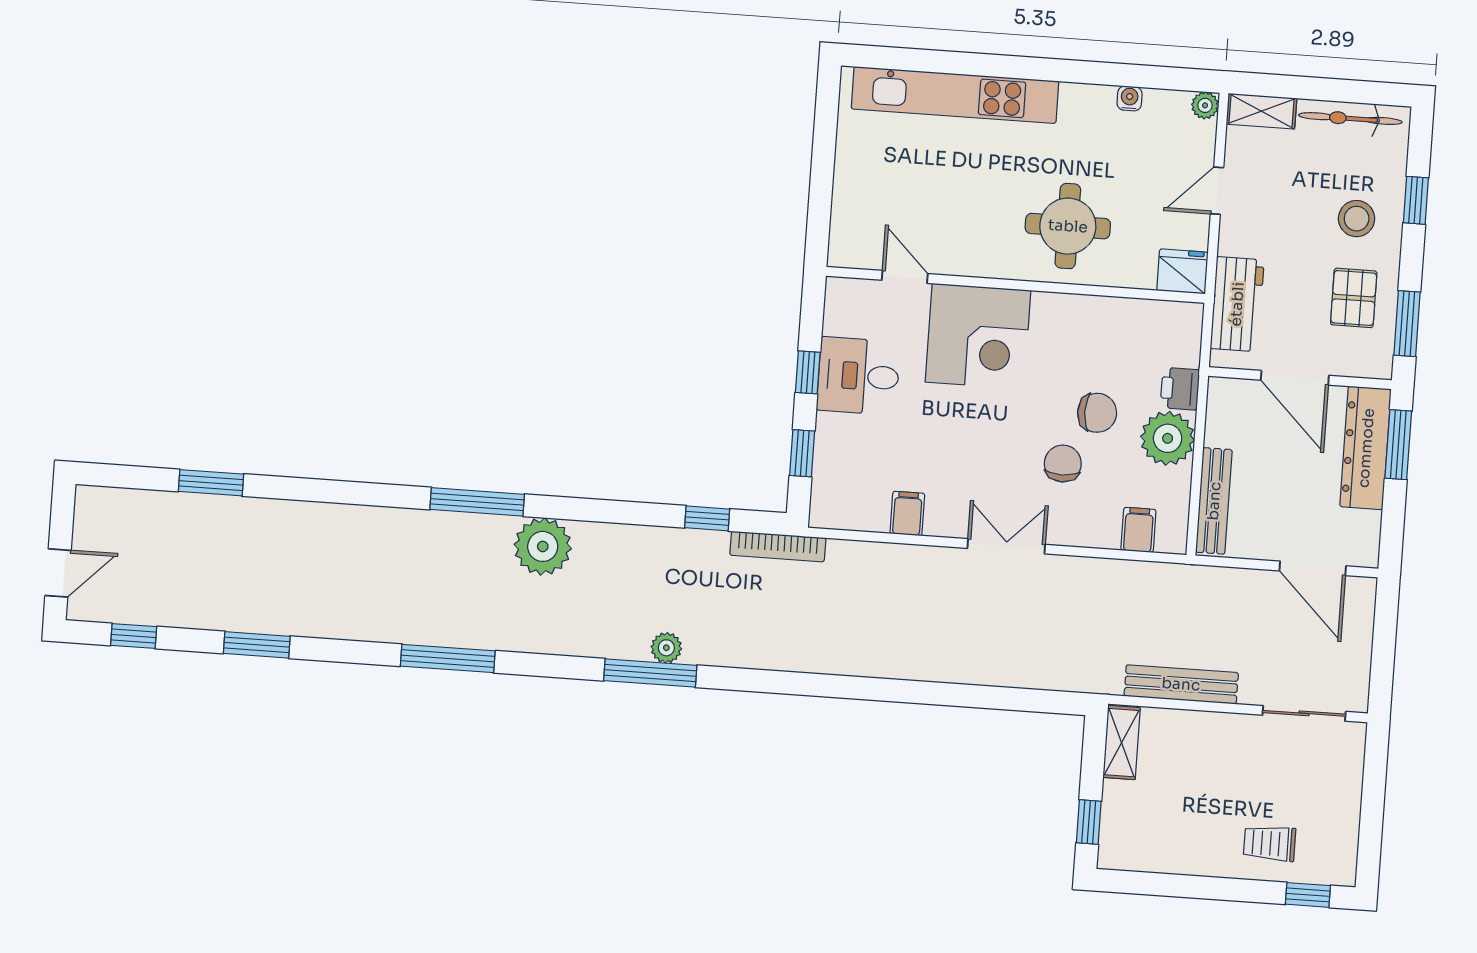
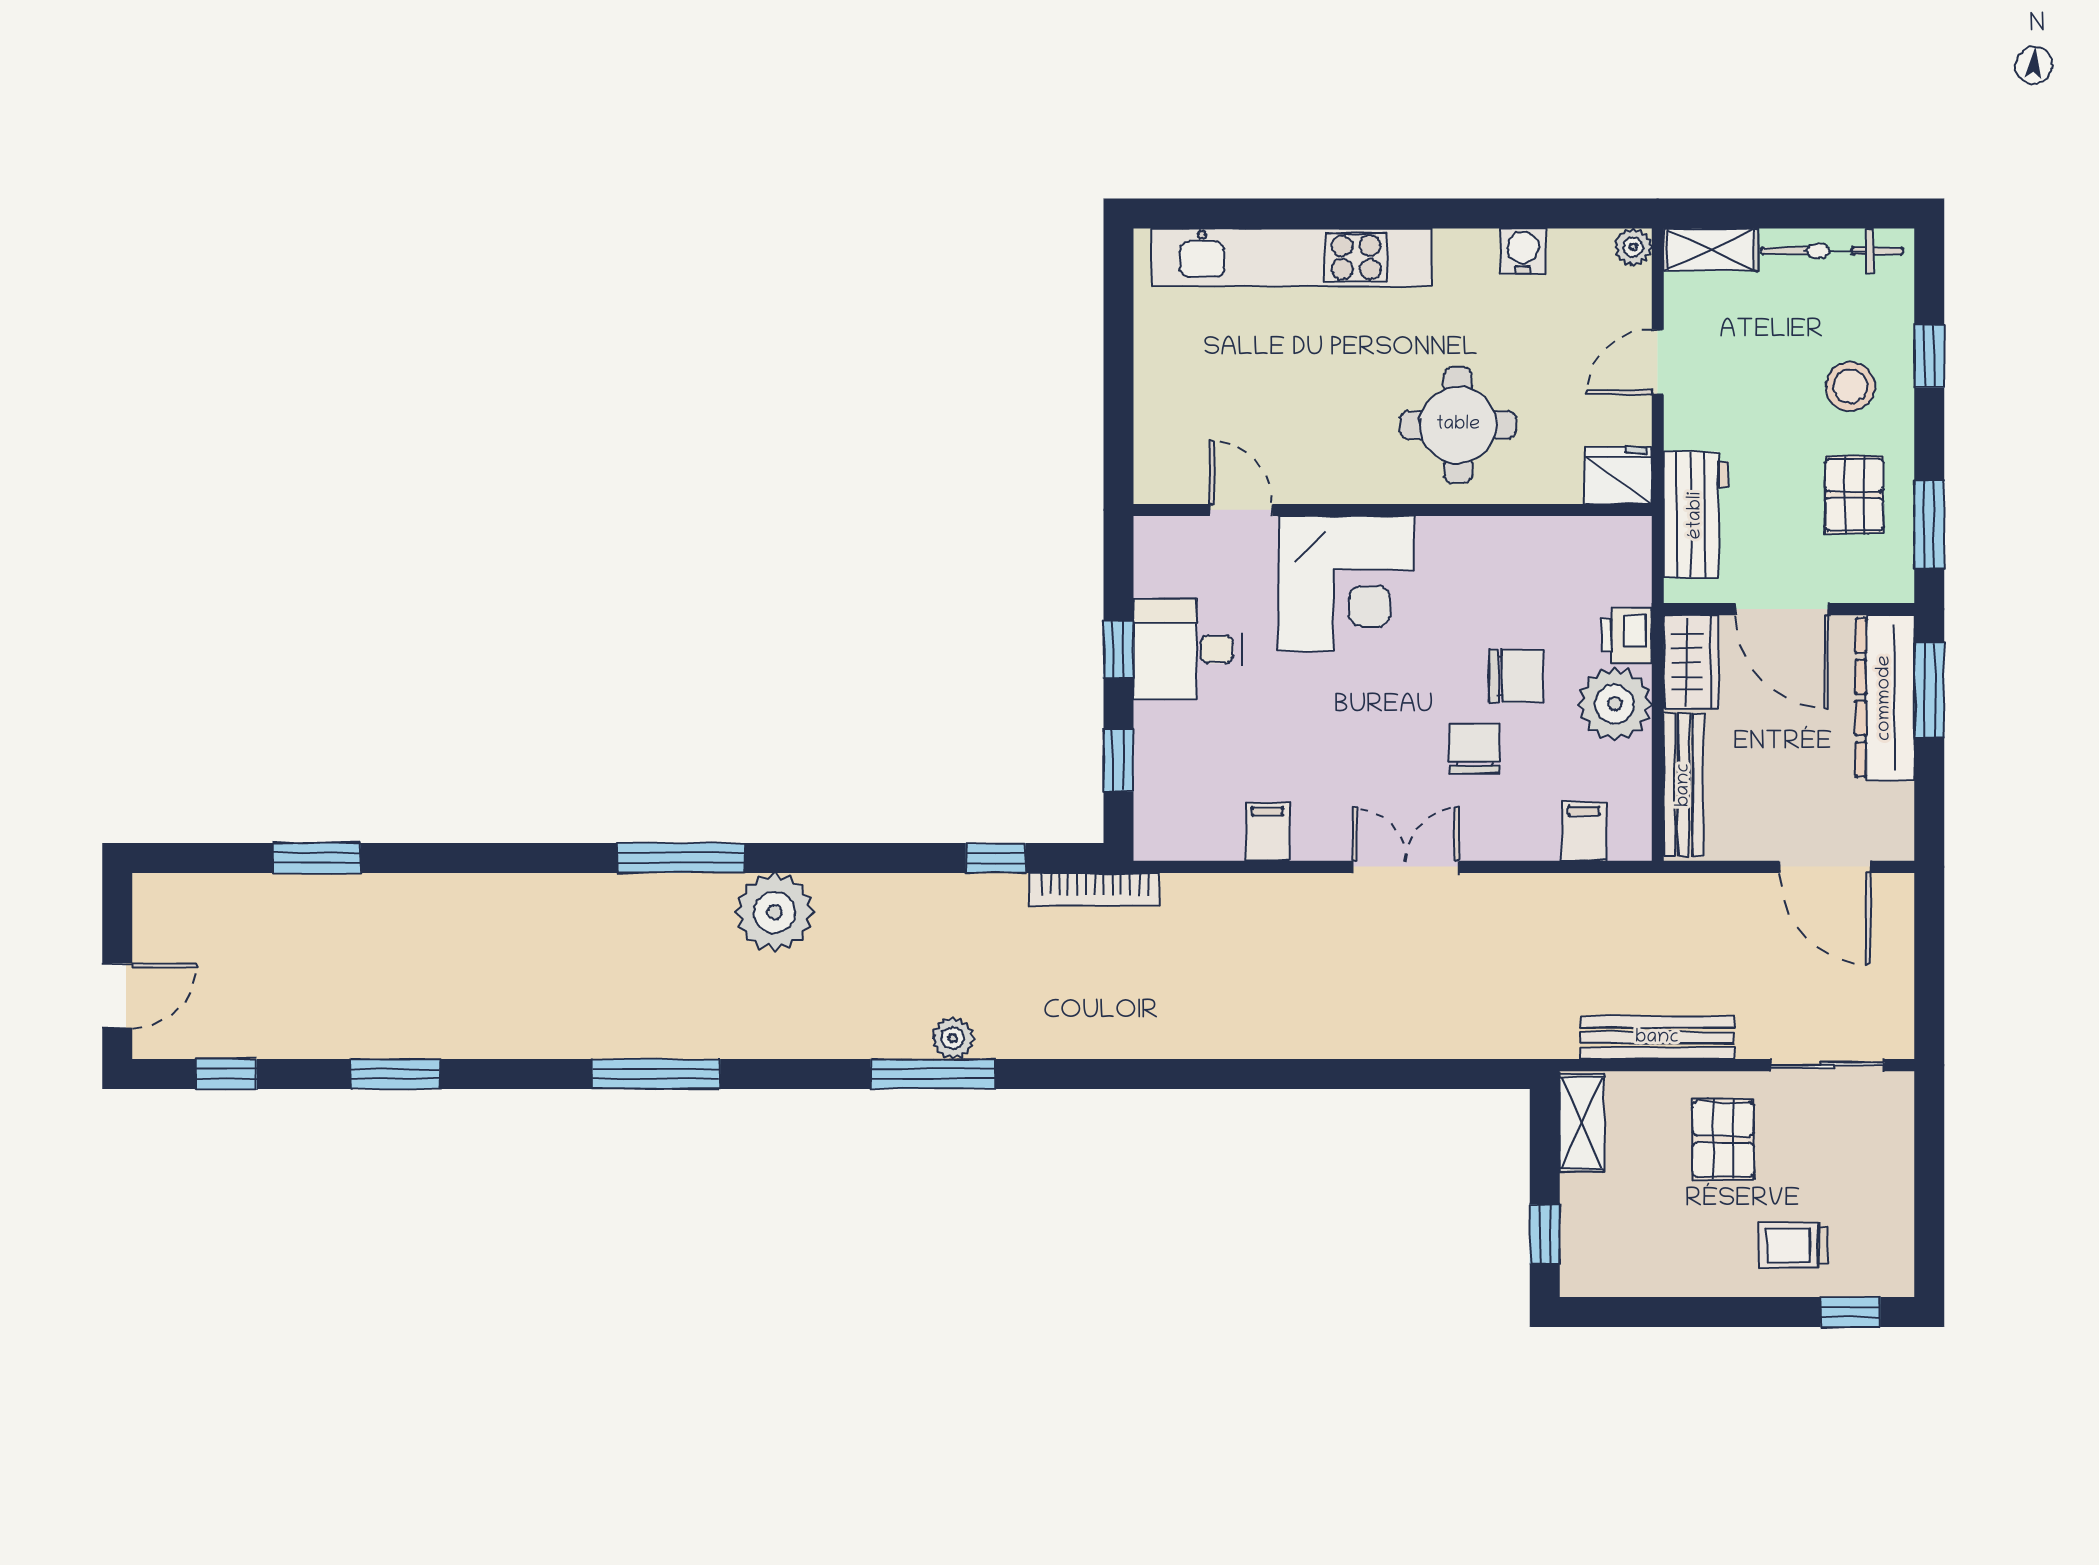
water cooler: (1130, 98) -> (1523, 251), width x1.38, depth x1.38
wardrobe: (1226, 412) -> (1691, 662), added
pallet: (1224, 762) -> (1723, 1139), added

